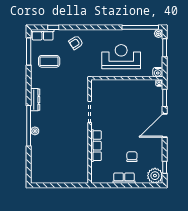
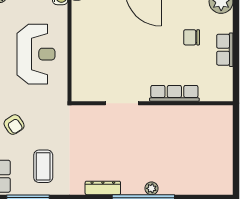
reception desk: (121, 57) -> (36, 54), turned 180

